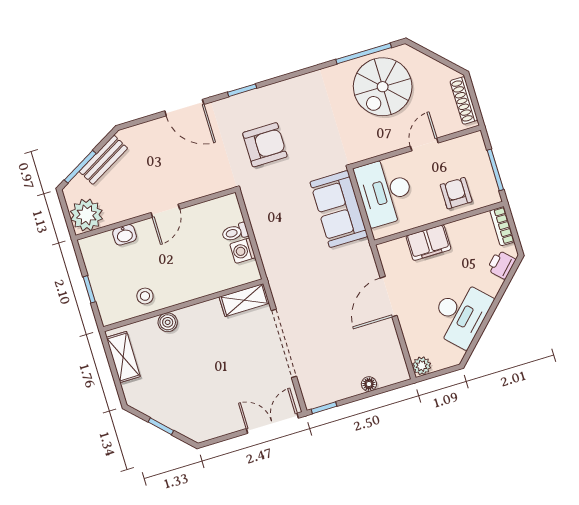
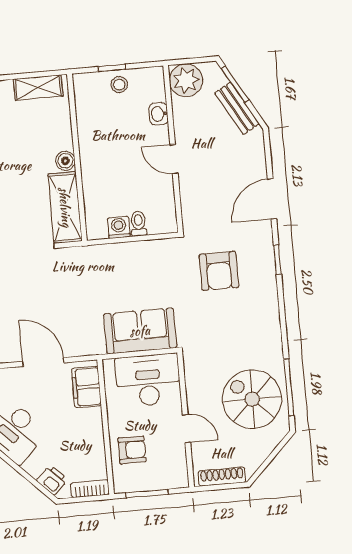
filing cabinet: (429, 243) -> (86, 387), moved
stool: (145, 296) -> (119, 85), moved
shelving: (244, 300) -> (65, 207), width x1.50, depth x1.33
boiler: (168, 322) -> (65, 161), moved

